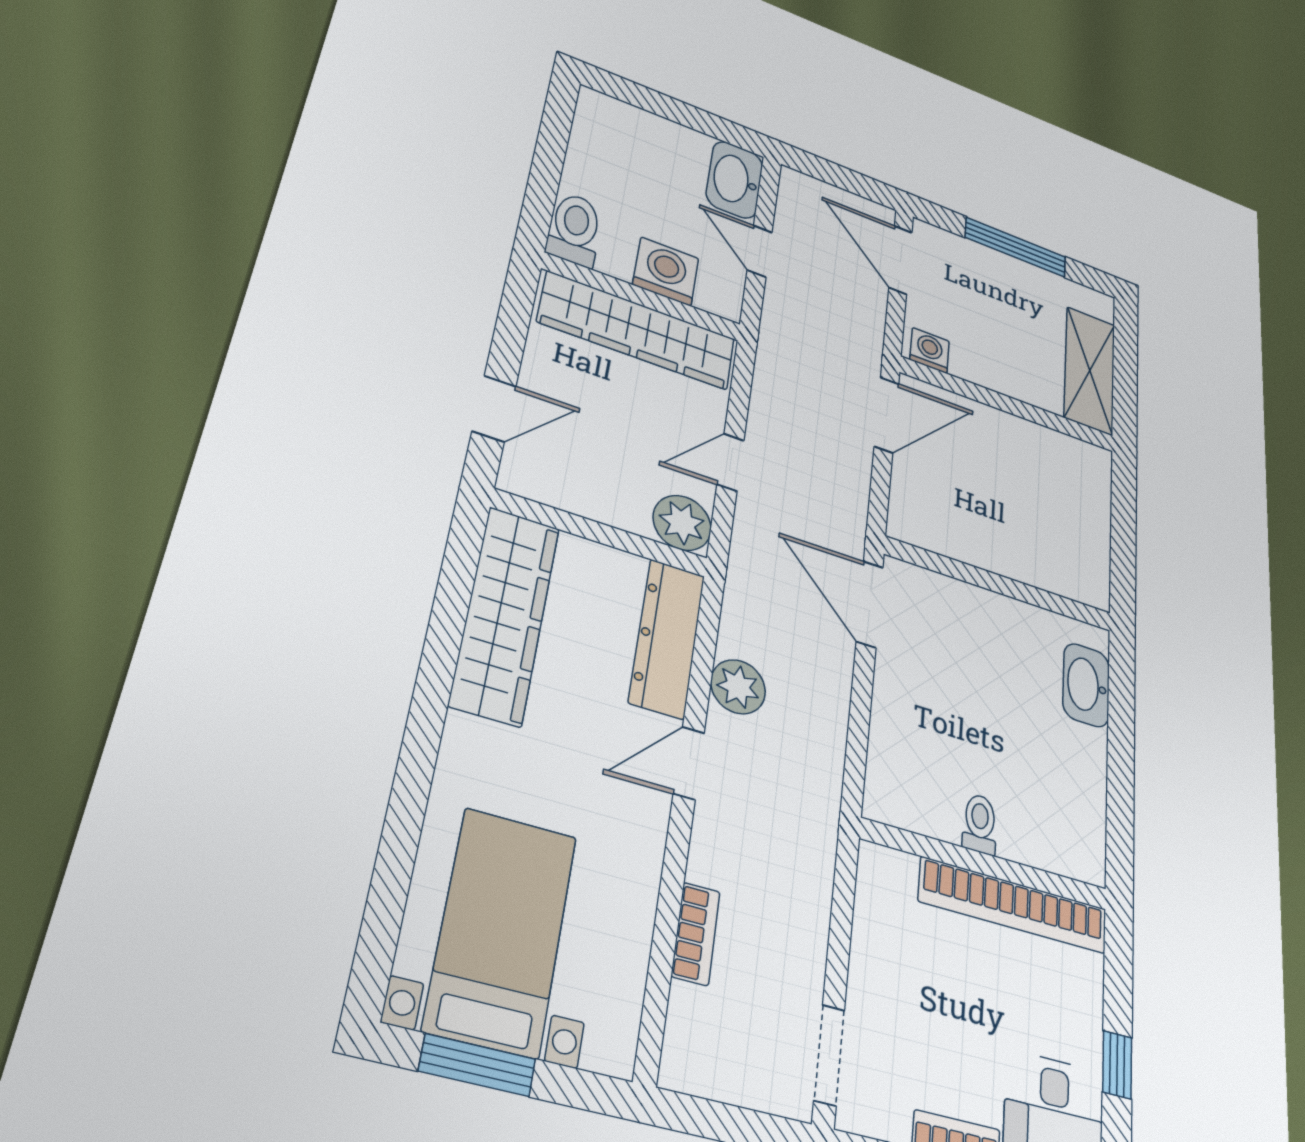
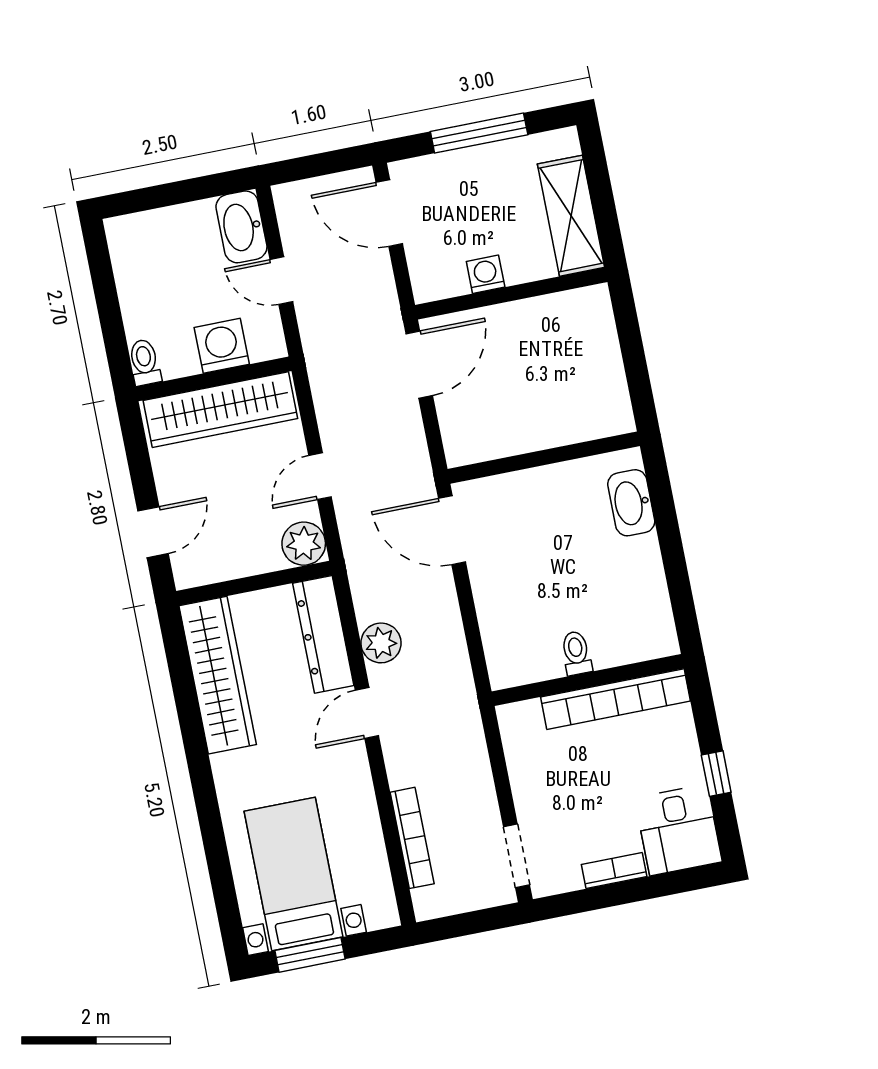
toilet: (575, 229) -> (145, 362), width x0.73, depth x0.72
washing machine: (930, 350) -> (486, 274), moved
bookcase: (696, 934) -> (412, 838), width x1.56

